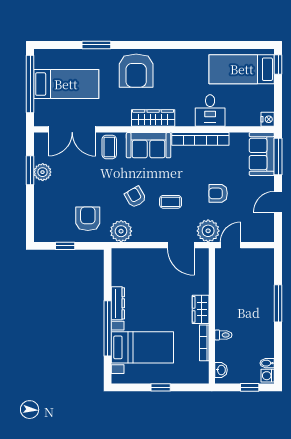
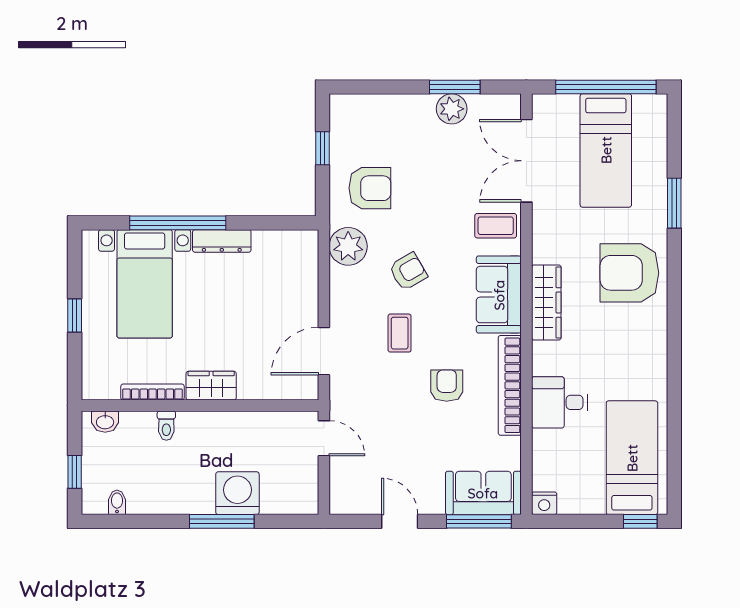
armchair: (218, 193) -> (447, 386), moved
plant: (208, 231) -> (349, 399), removed
washing machine: (268, 376) -> (237, 493), moved, width x1.89, depth x1.89

